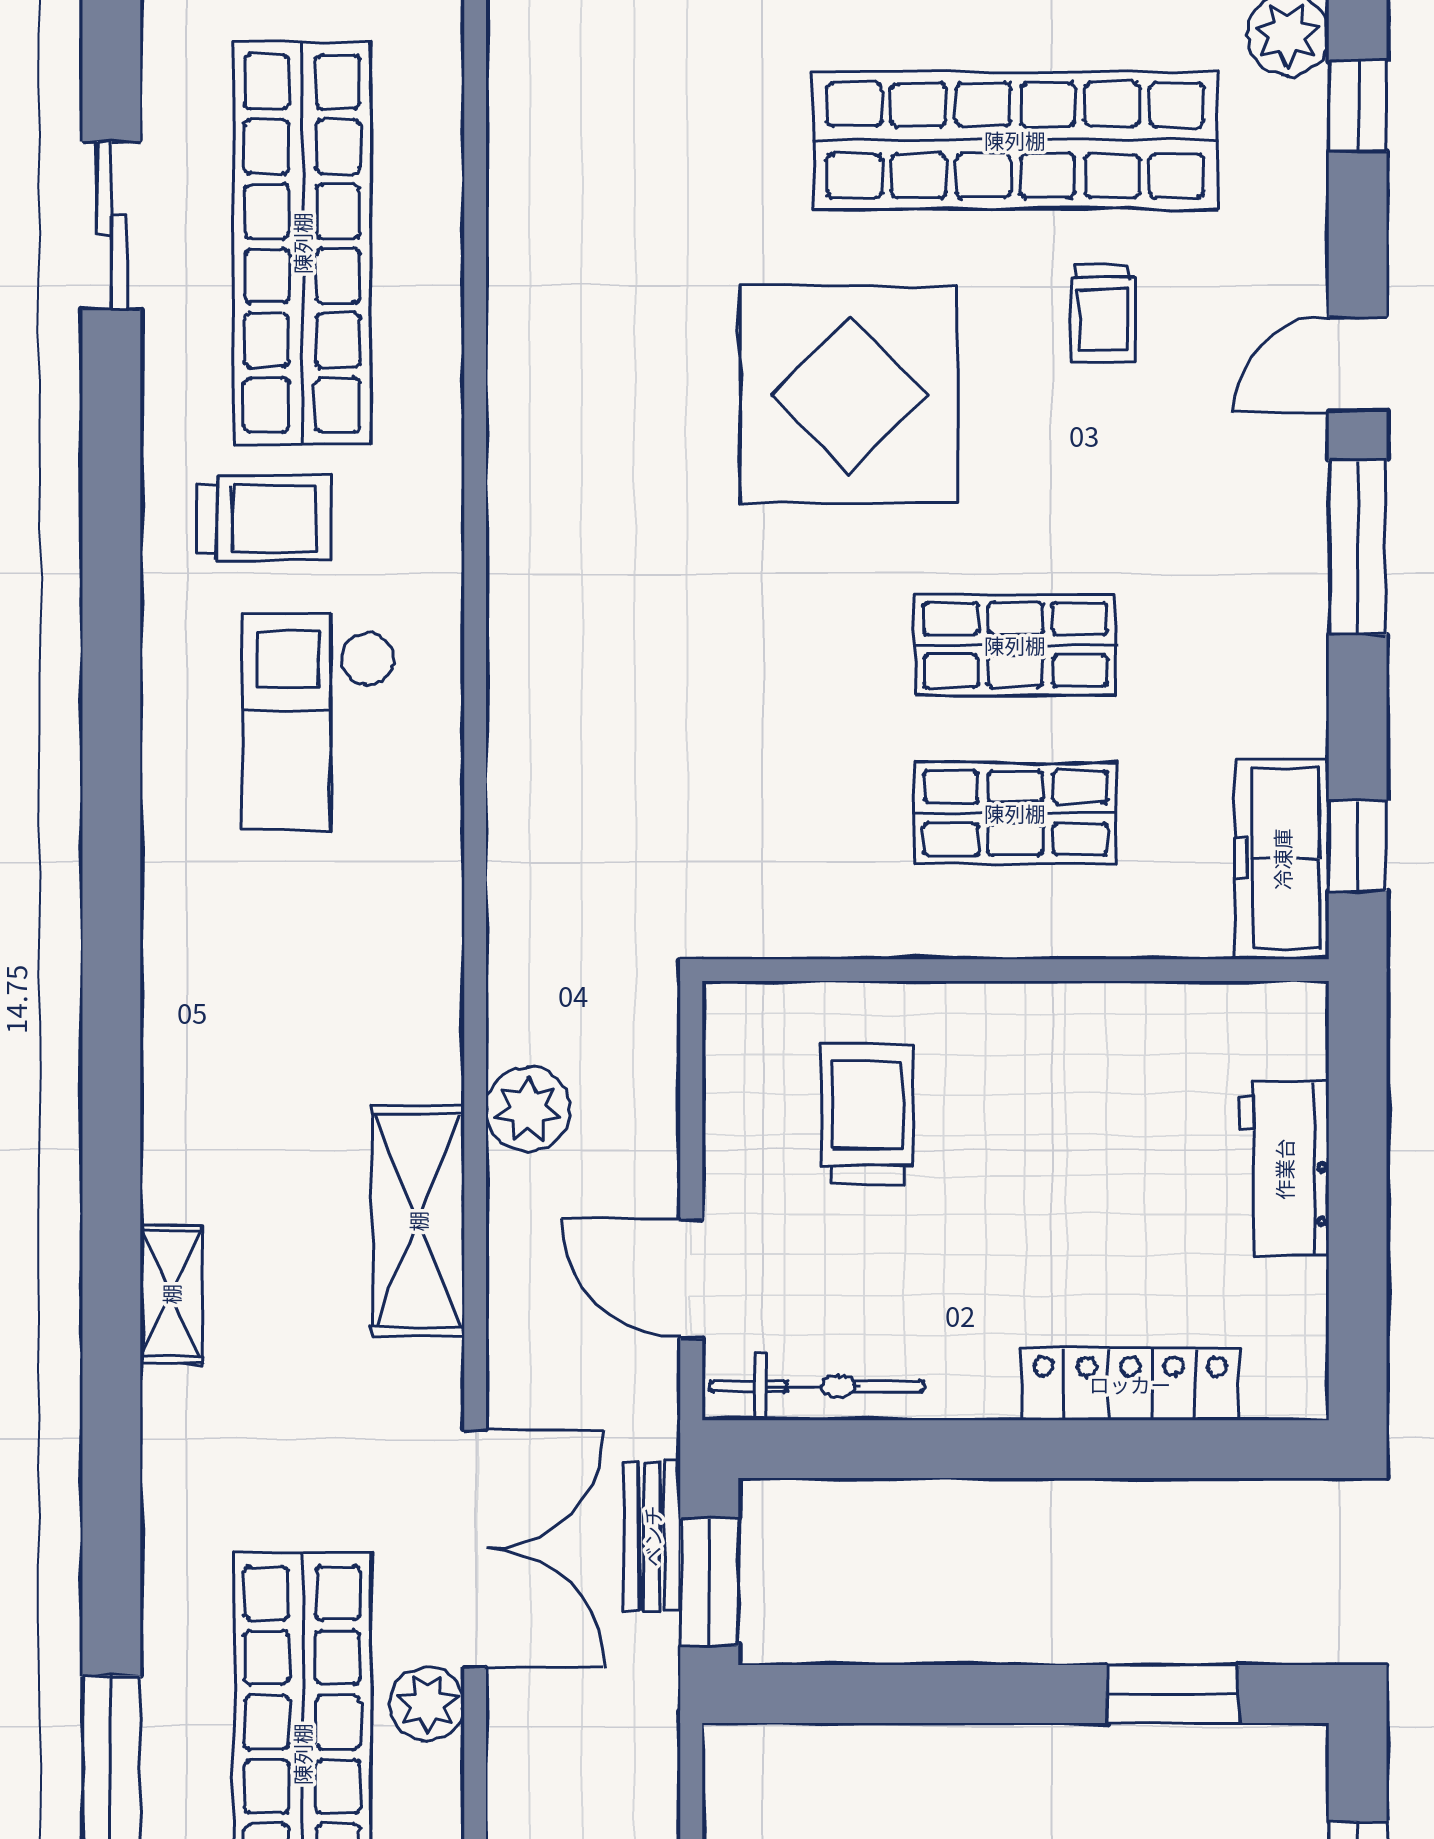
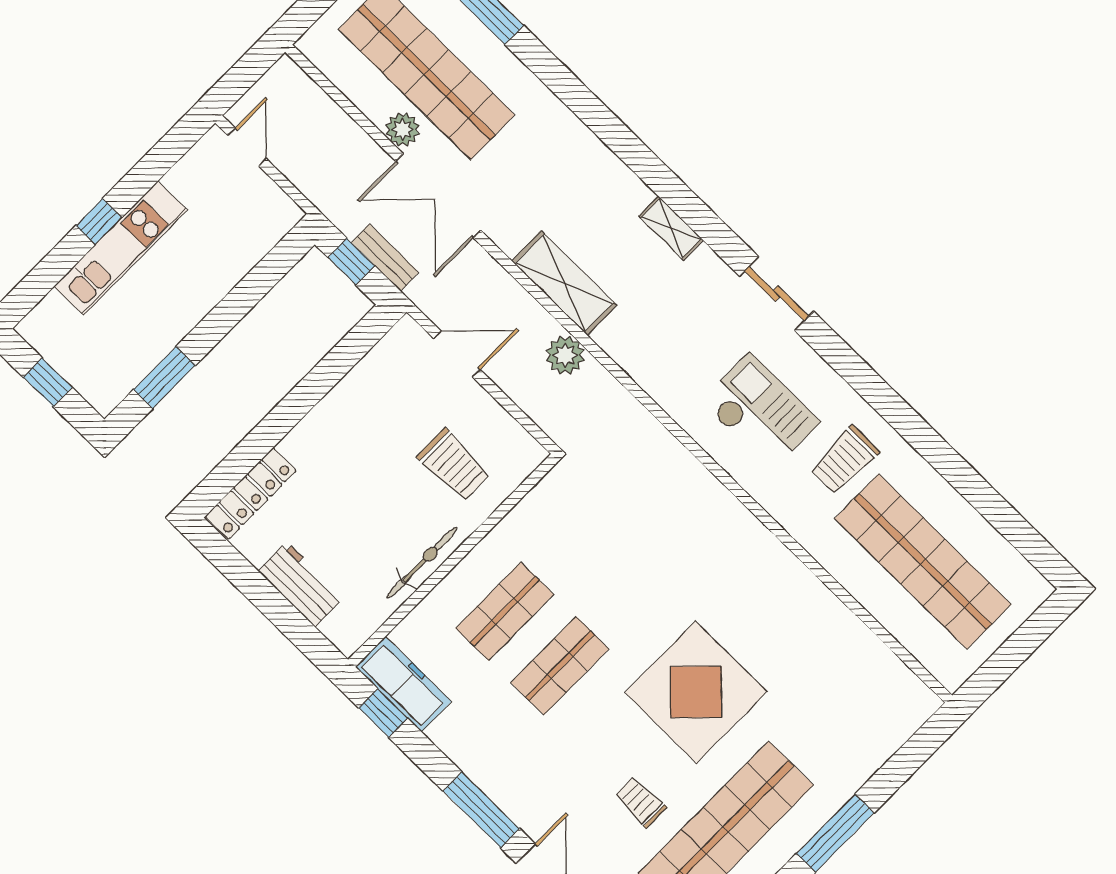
sliding door: (111, 225) -> (777, 294), moved
shelving: (171, 1294) -> (671, 228), moved
locker: (1130, 1384) -> (251, 493), moved
bicycle: (817, 1386) -> (422, 563), moved, turned 180
window: (709, 1582) -> (351, 262), width x0.67

